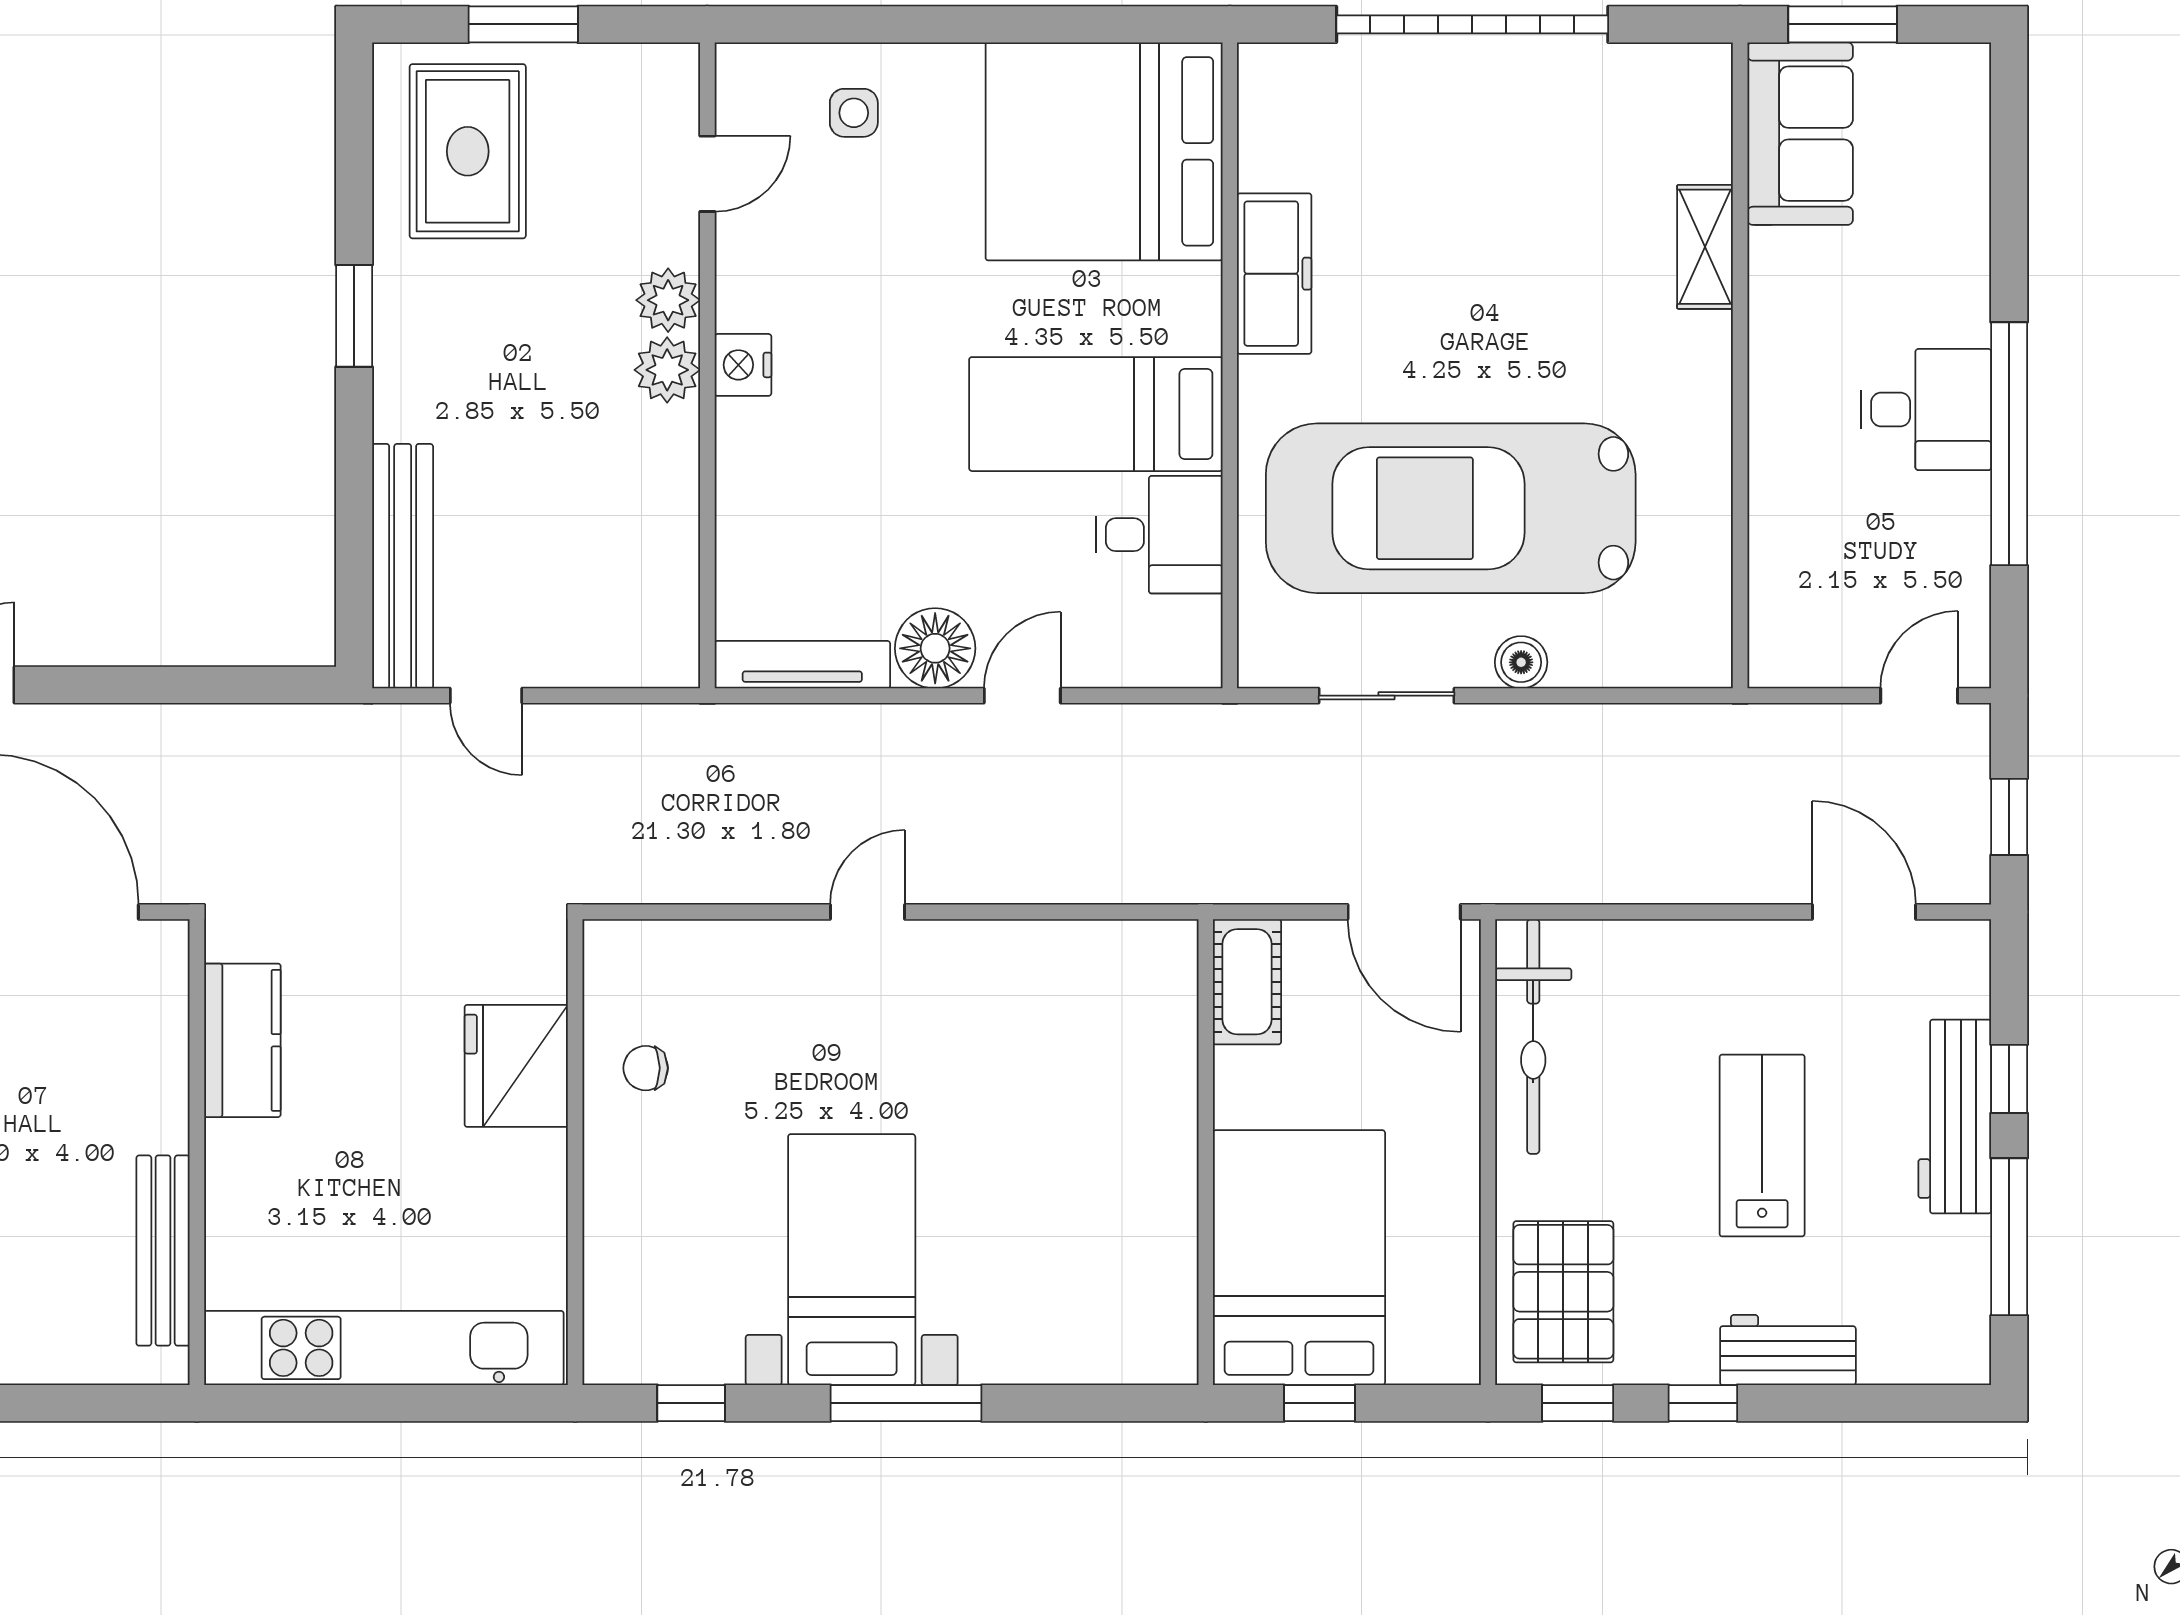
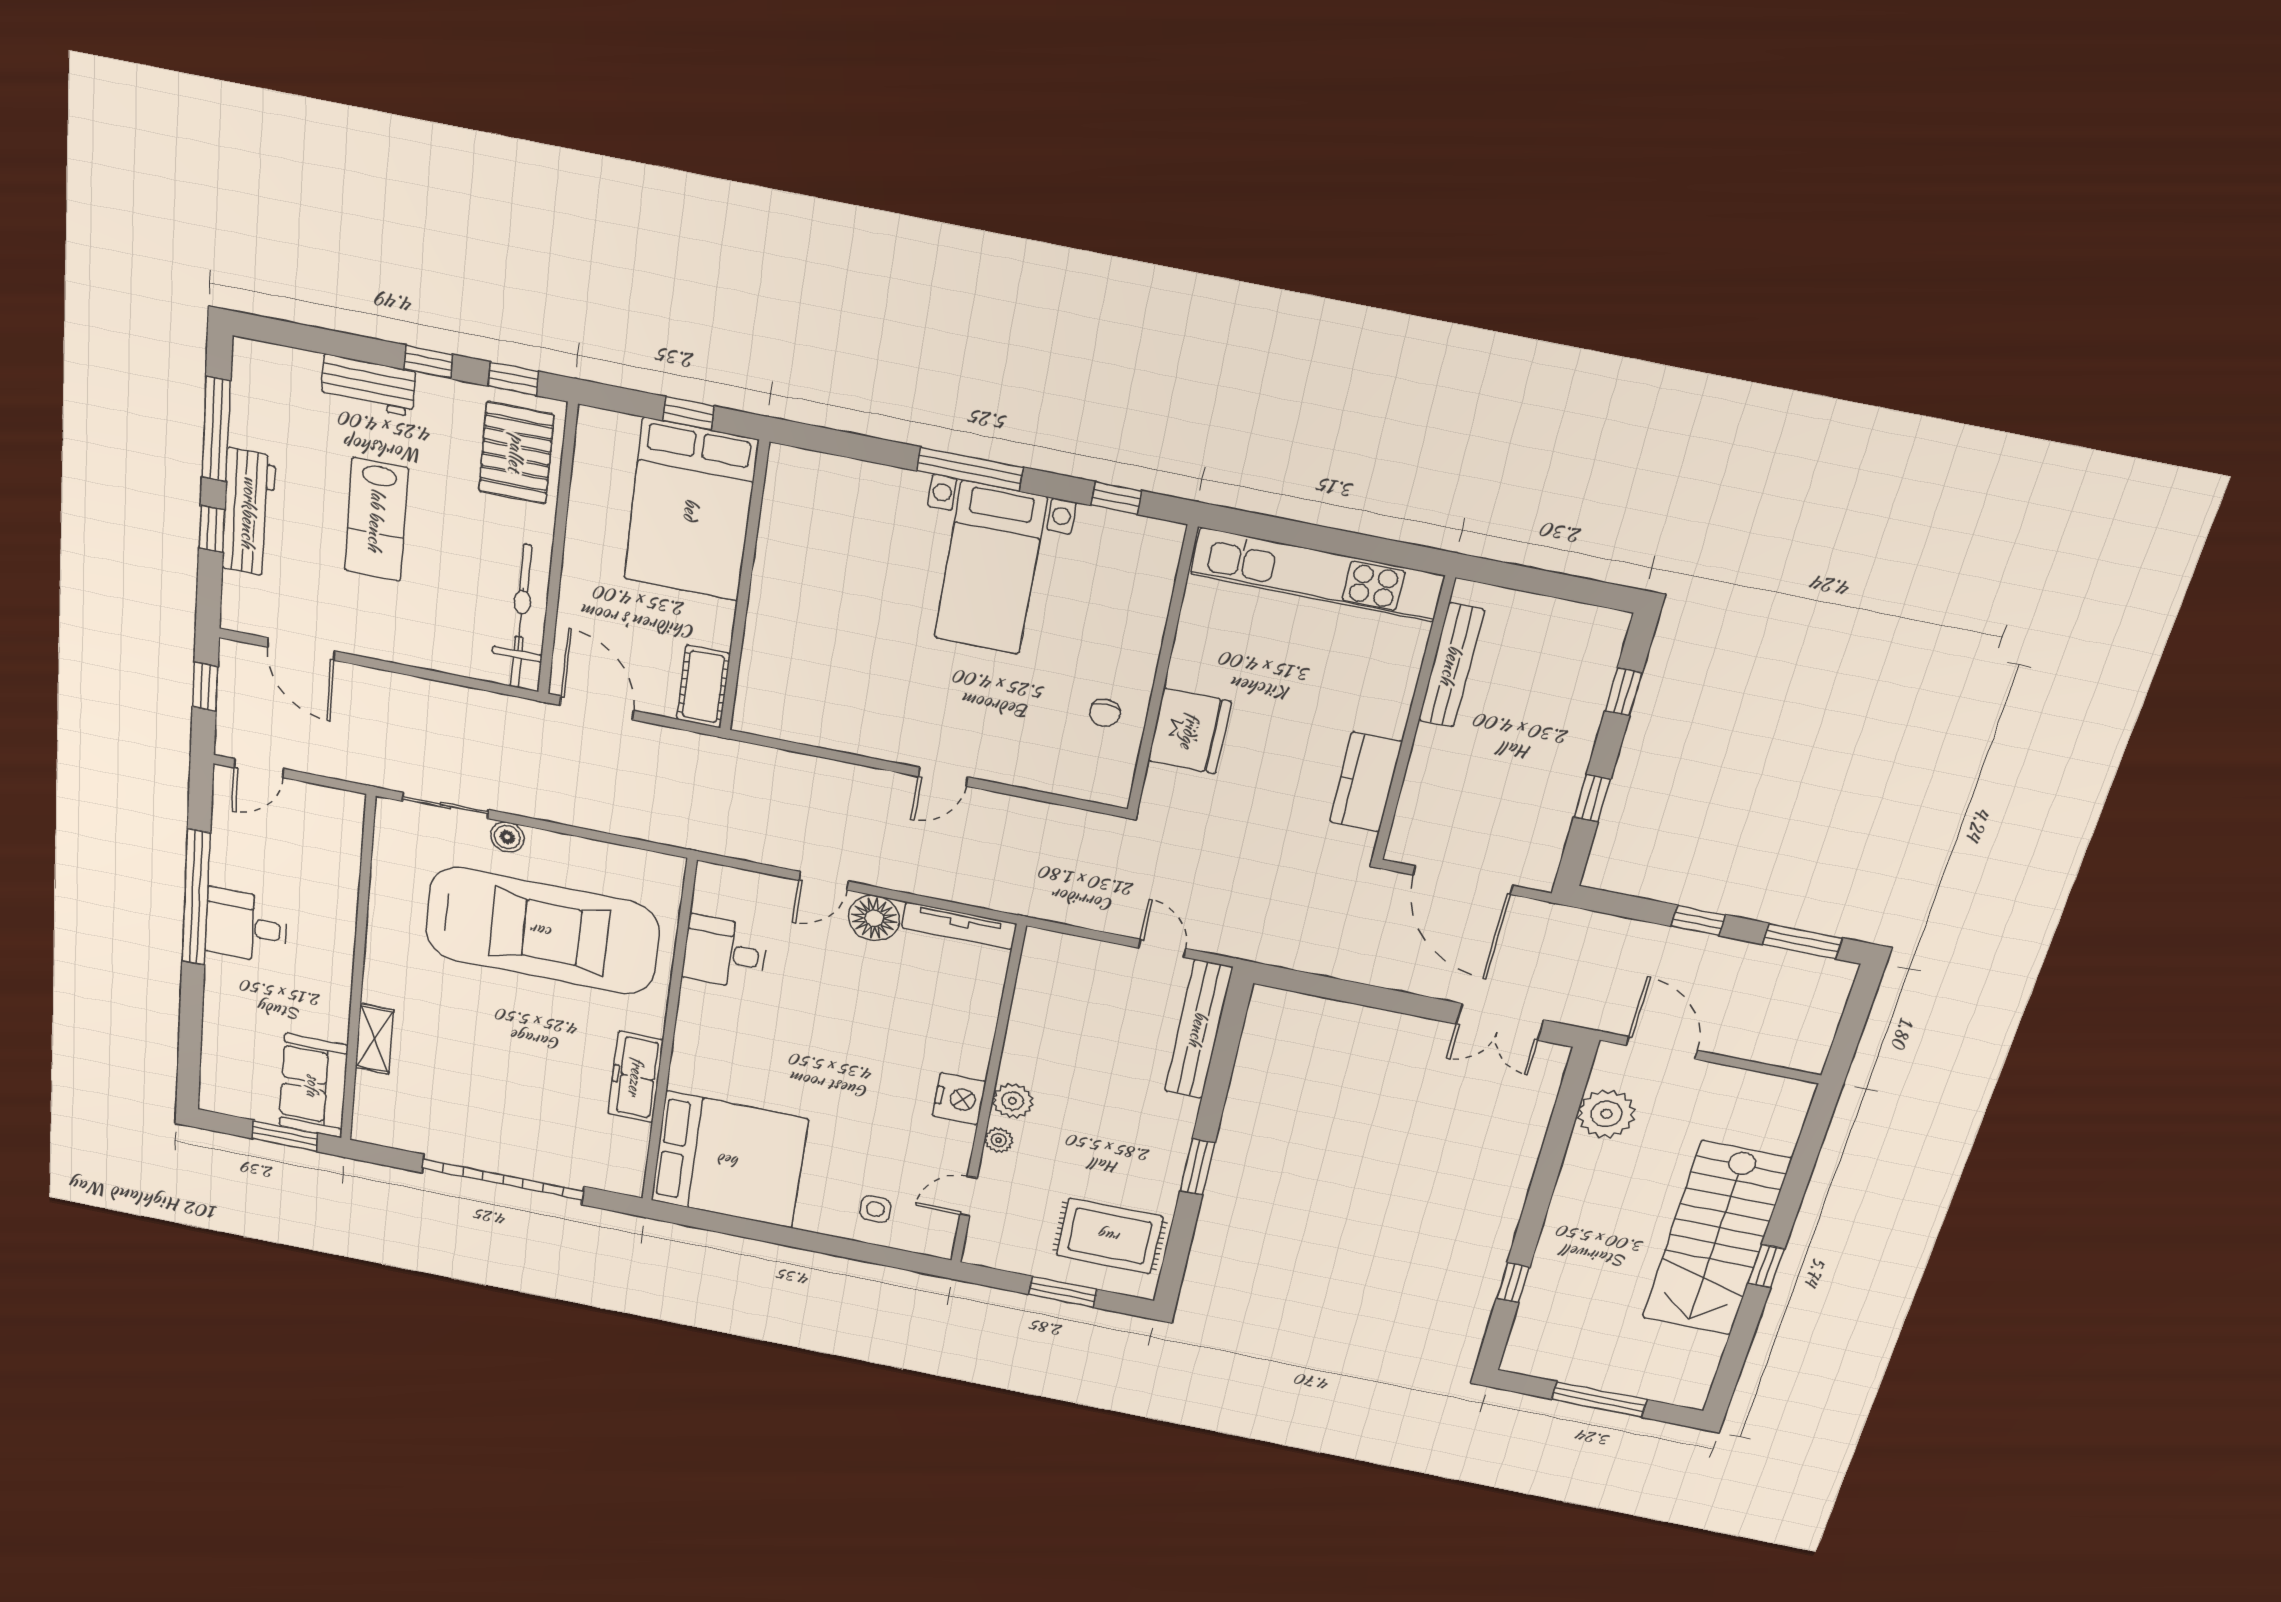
rug: (468, 151) -> (1110, 1236), turned 90
plant: (668, 300) -> (999, 1140), width x0.73, depth x0.73
nightstand: (743, 365) -> (959, 1099), width x1.36, depth x1.33
bed: (1096, 414) -> (754, 1025), removed
sliding door: (1387, 696) -> (445, 805), moved
chair: (646, 1068) -> (1105, 713), turned 90

